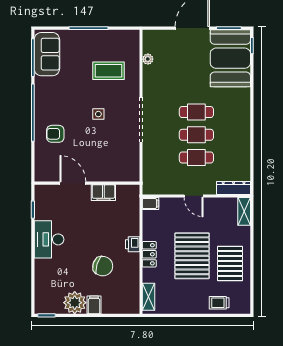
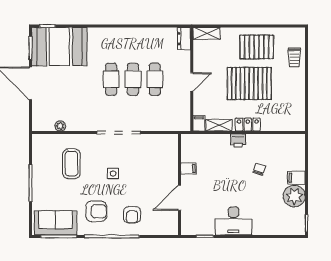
armchair: (59, 97) -> (96, 211), added
dresser: (234, 188) -> (184, 39), width x0.70
filing cabinet: (103, 193) -> (189, 169), width x0.50
chair: (103, 266) -> (259, 169), width x0.54, depth x0.54
shelving: (148, 297) -> (219, 125), moved

